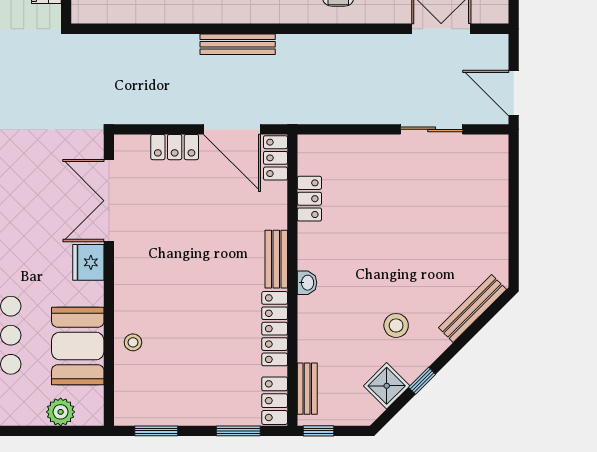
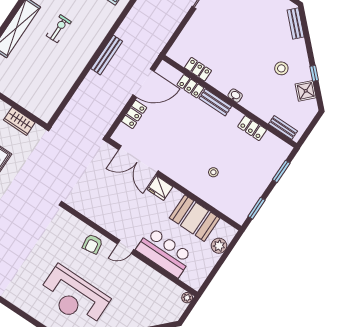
locker: (275, 158) -> (190, 86), moved
bench: (472, 308) -> (296, 23), width x0.73
locker: (275, 329) -> (252, 128), width x0.66
stool: (133, 342) -> (213, 172), moved
locker: (275, 401) -> (279, 146), removed
window: (318, 431) -> (305, 135), removed

